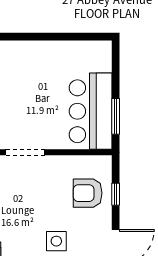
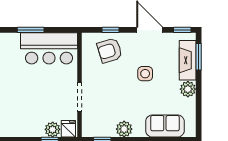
window: (116, 116) -> (31, 30), moved
armchair: (88, 193) -> (110, 50), turned 73

